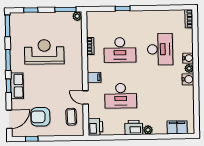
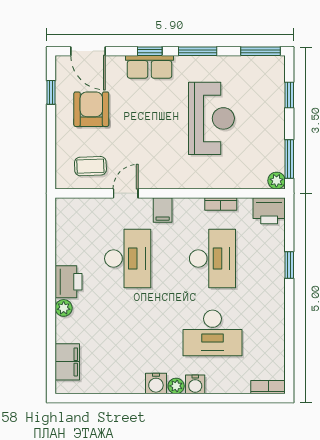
desk: (120, 50) -> (213, 259), turned 180
desk: (121, 96) -> (128, 259), turned 180
printer: (95, 127) -> (269, 211), moved

